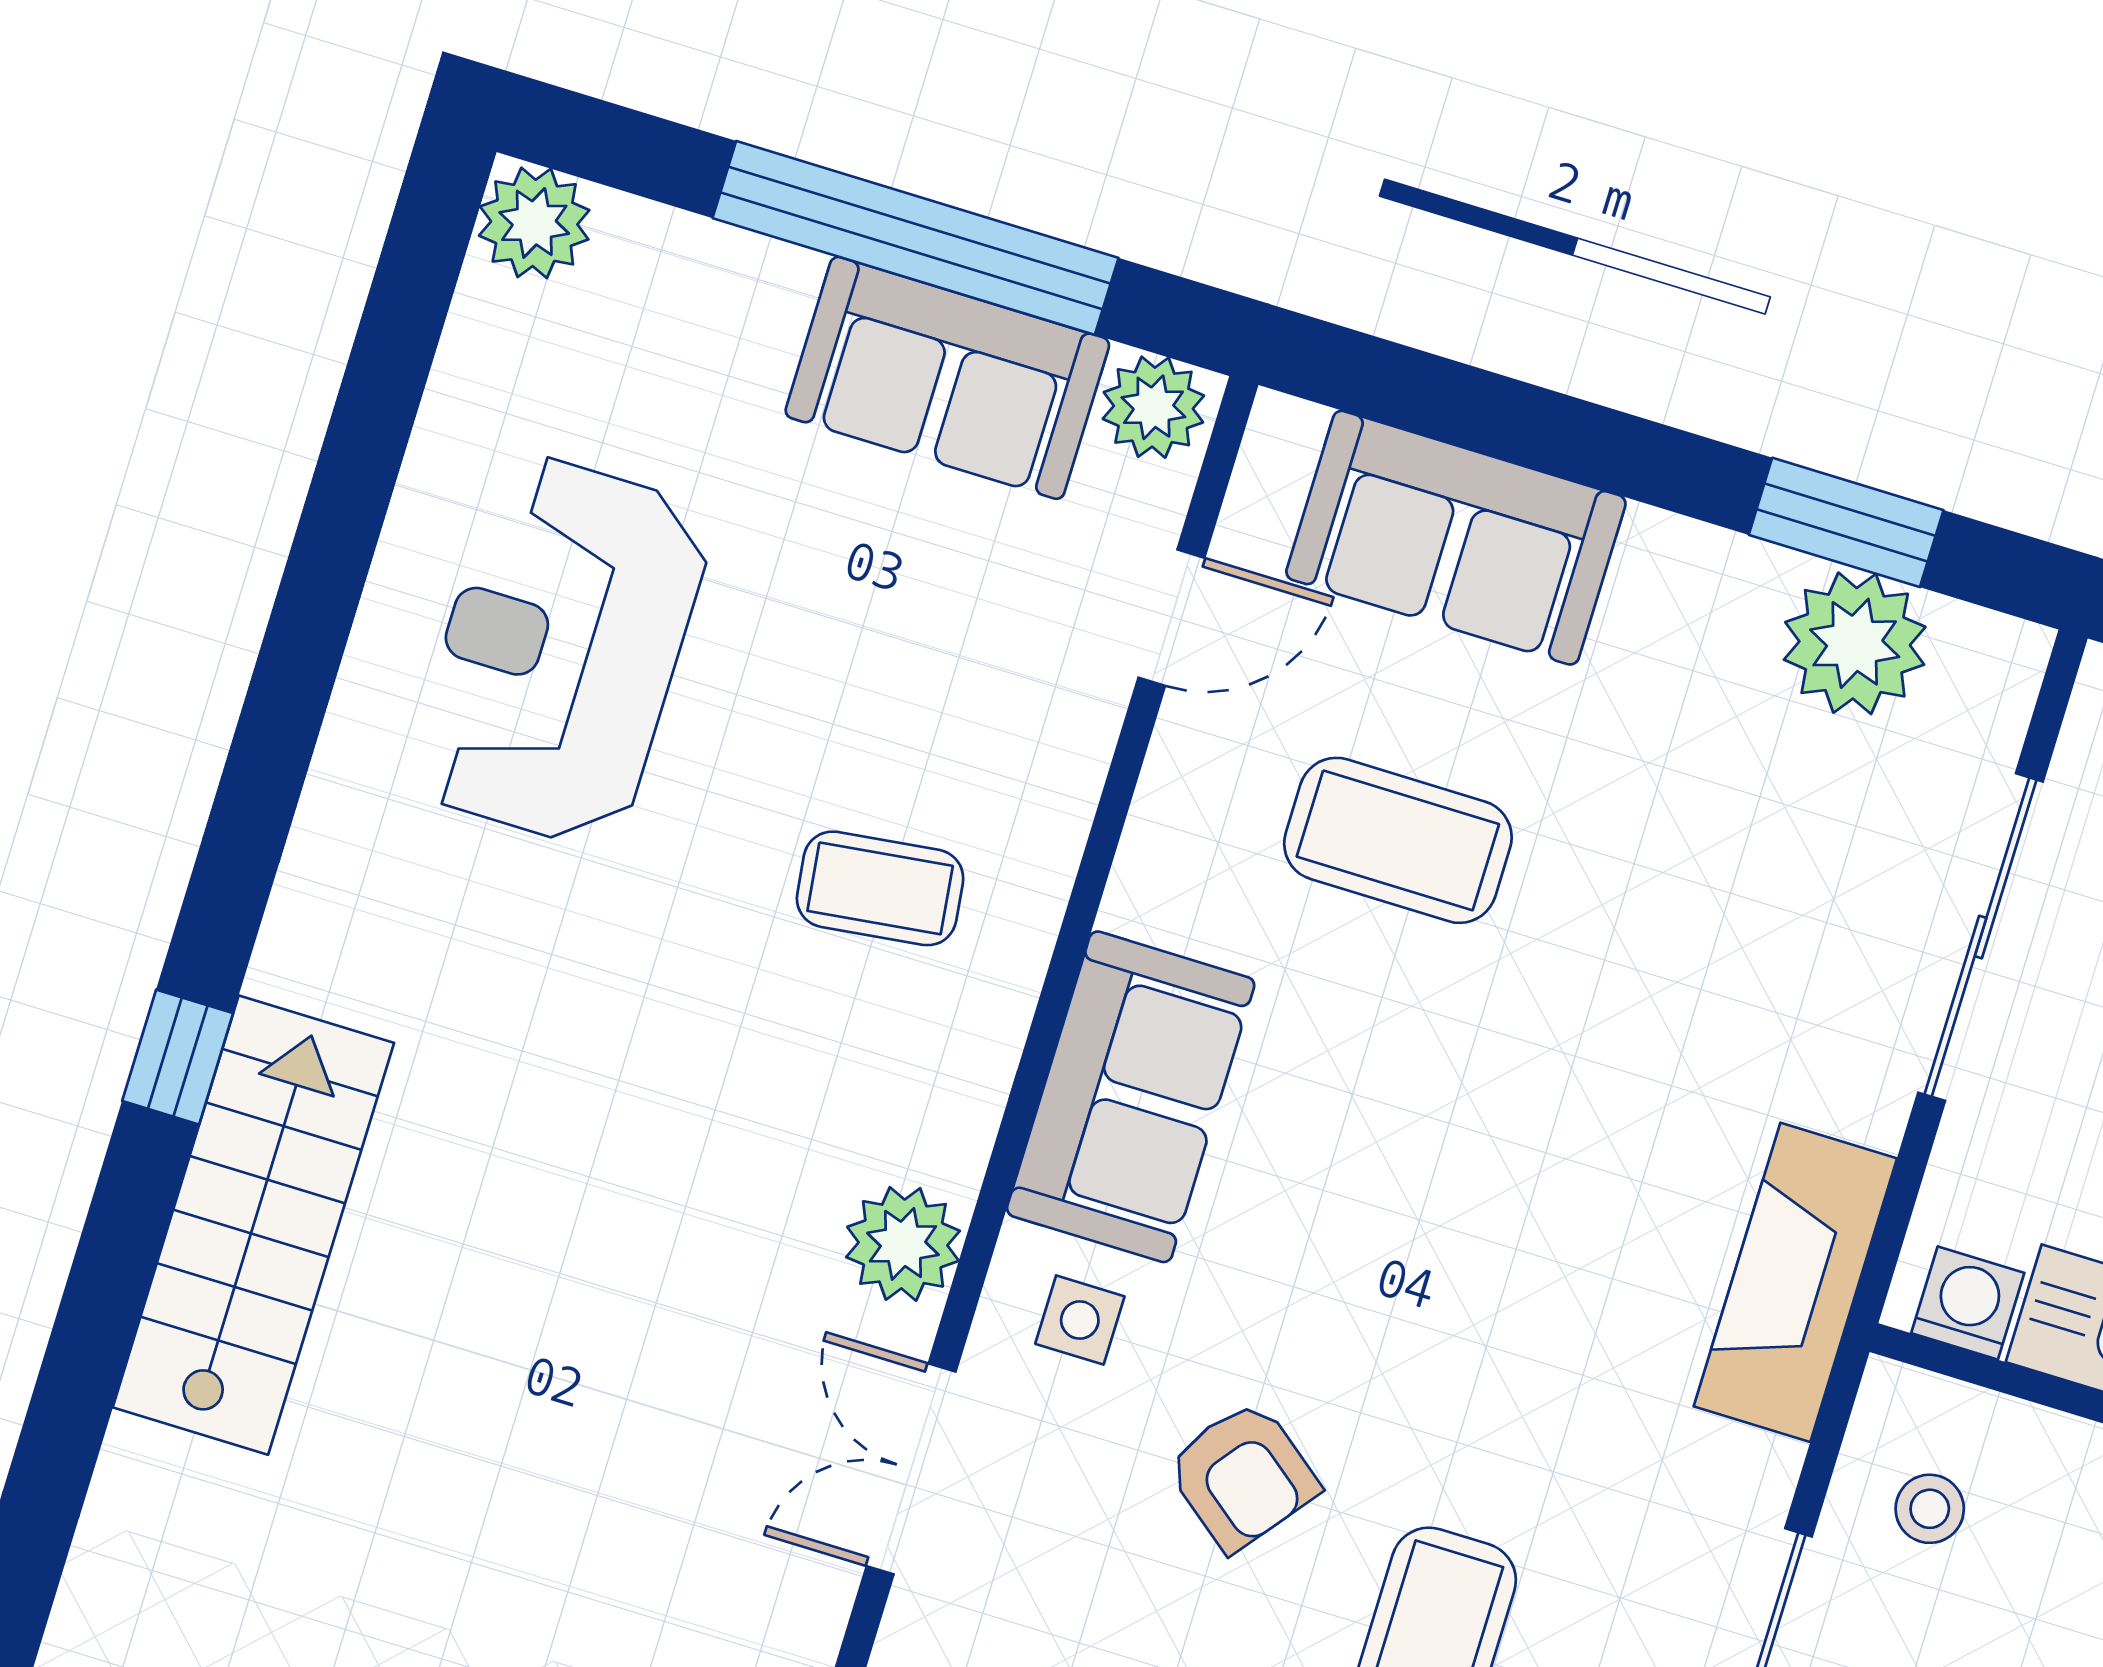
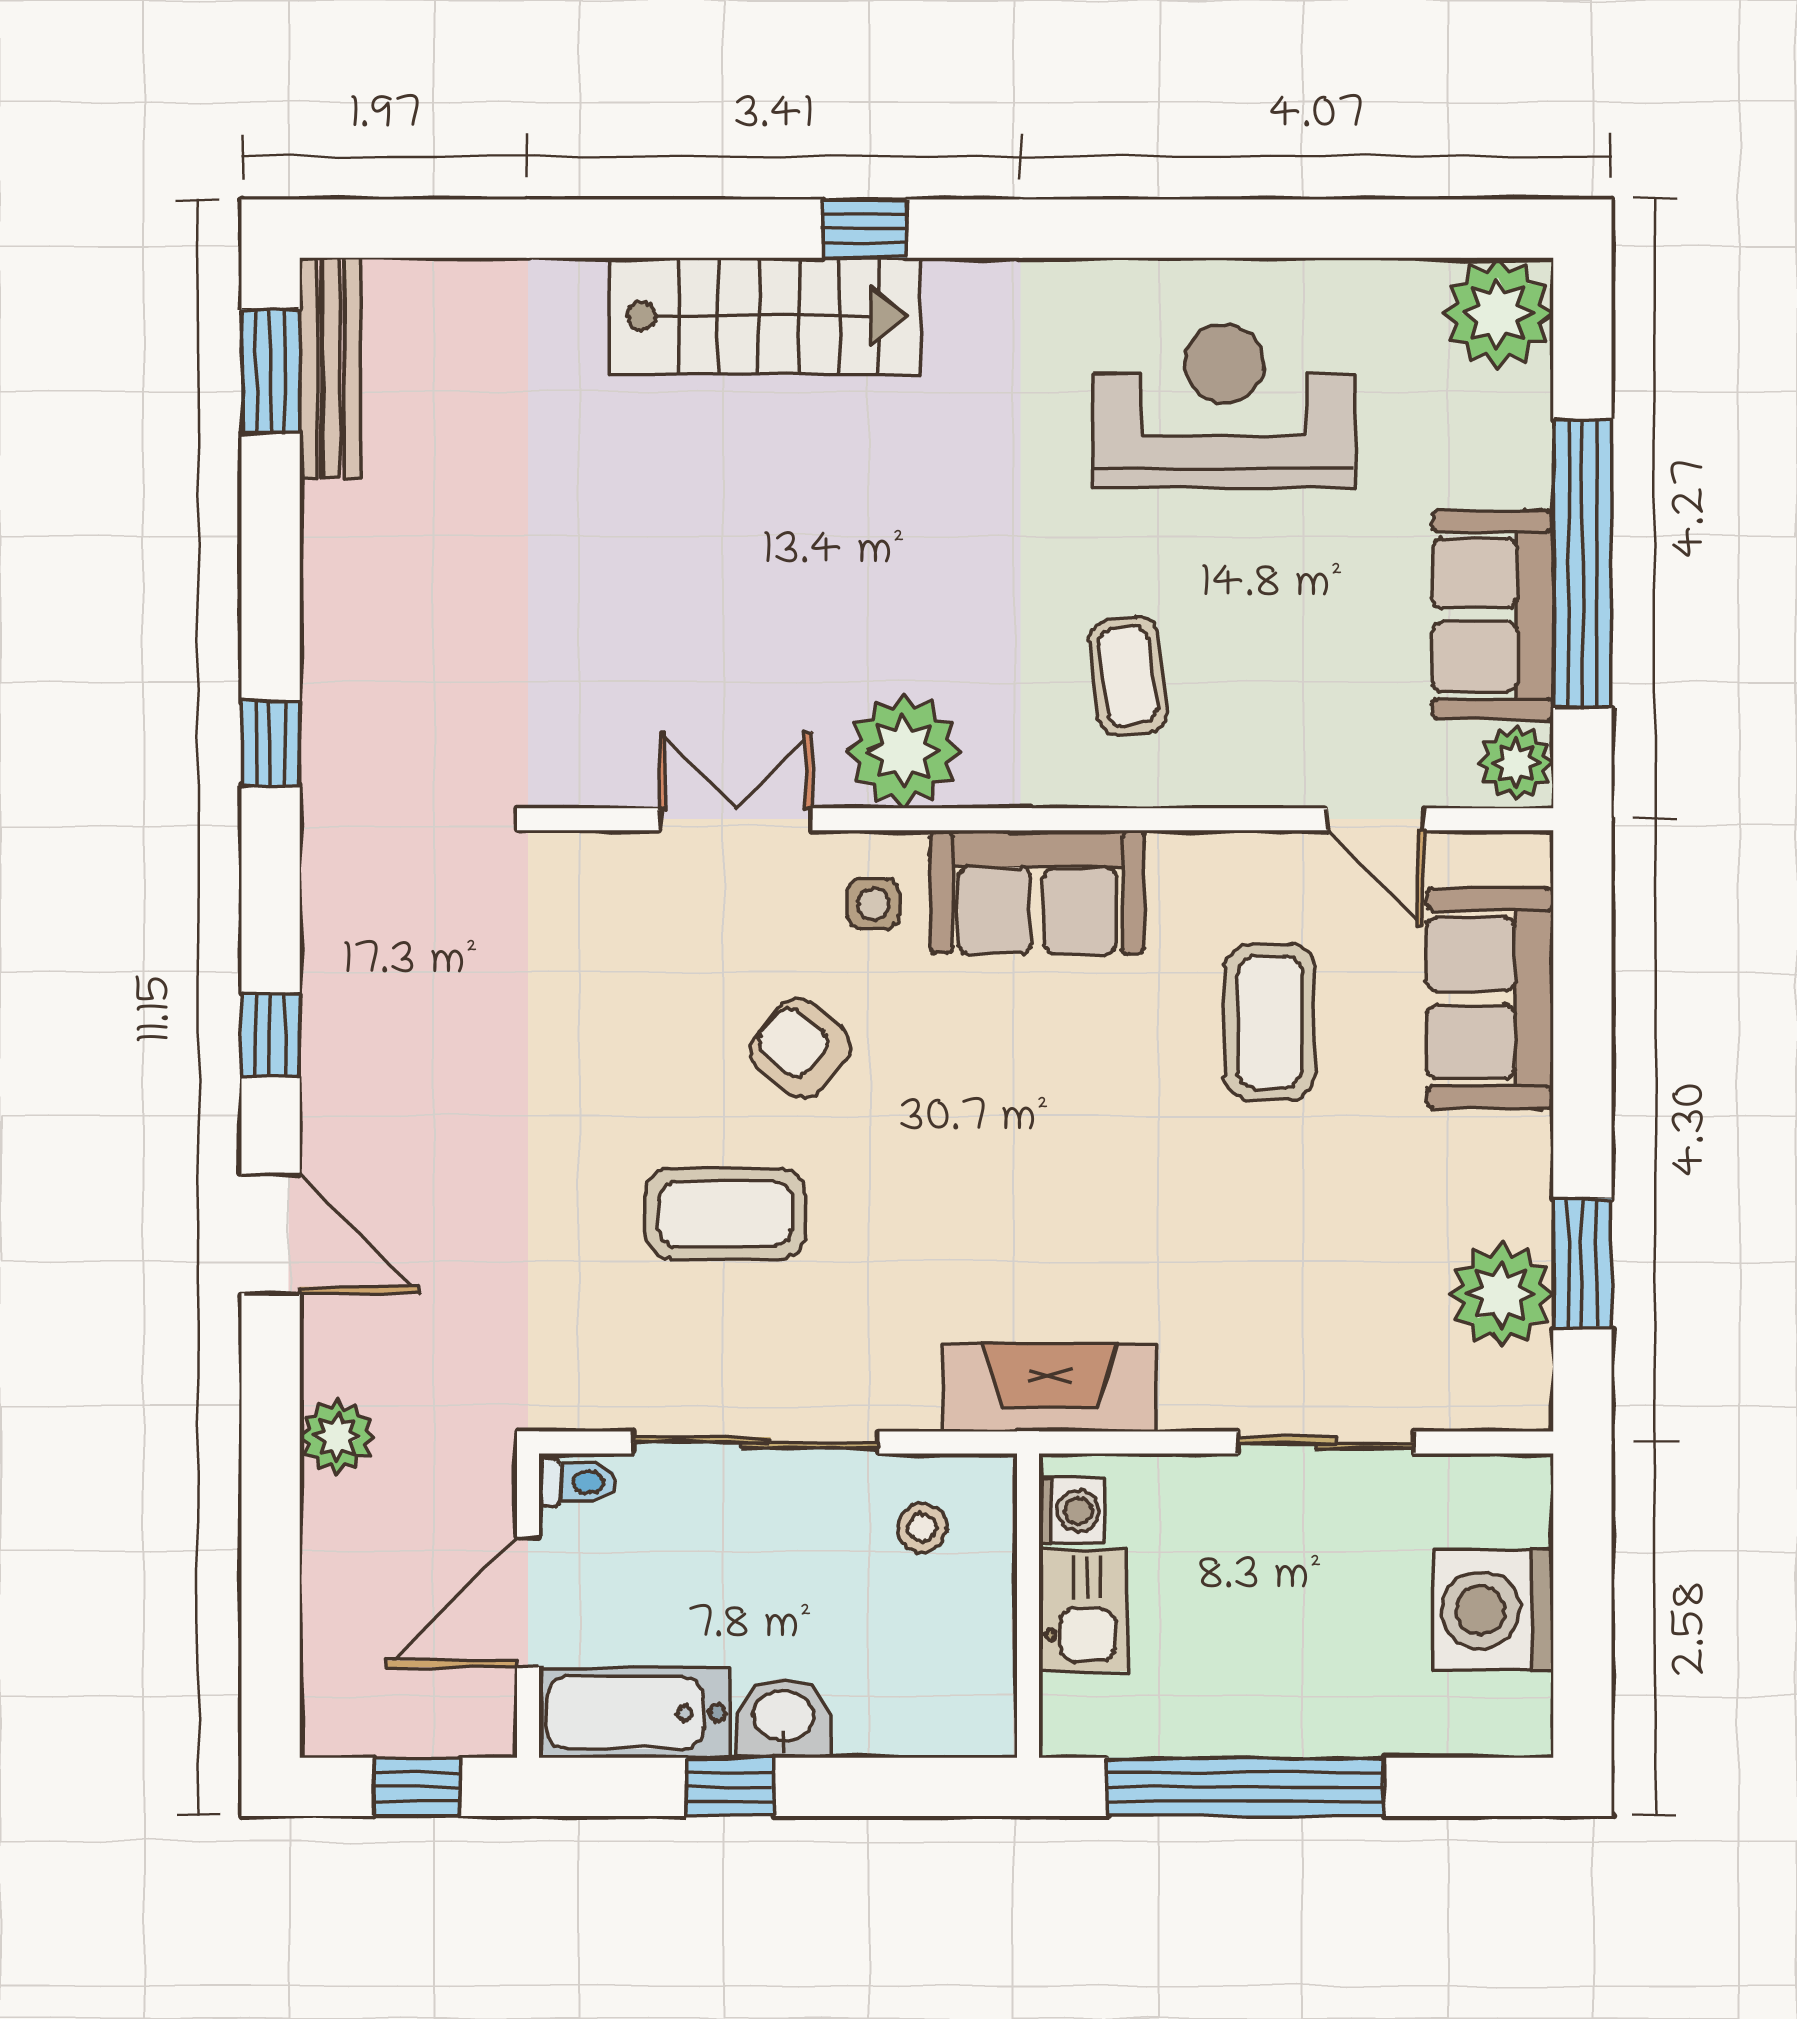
plant: (534, 223) -> (1498, 313), width x1.36, depth x1.36
sliding door: (1980, 937) -> (1326, 1443), width x0.73
plant: (903, 1244) -> (904, 751), width x1.36, depth x1.36
armchair: (1242, 1476) -> (800, 1049), turned 92

